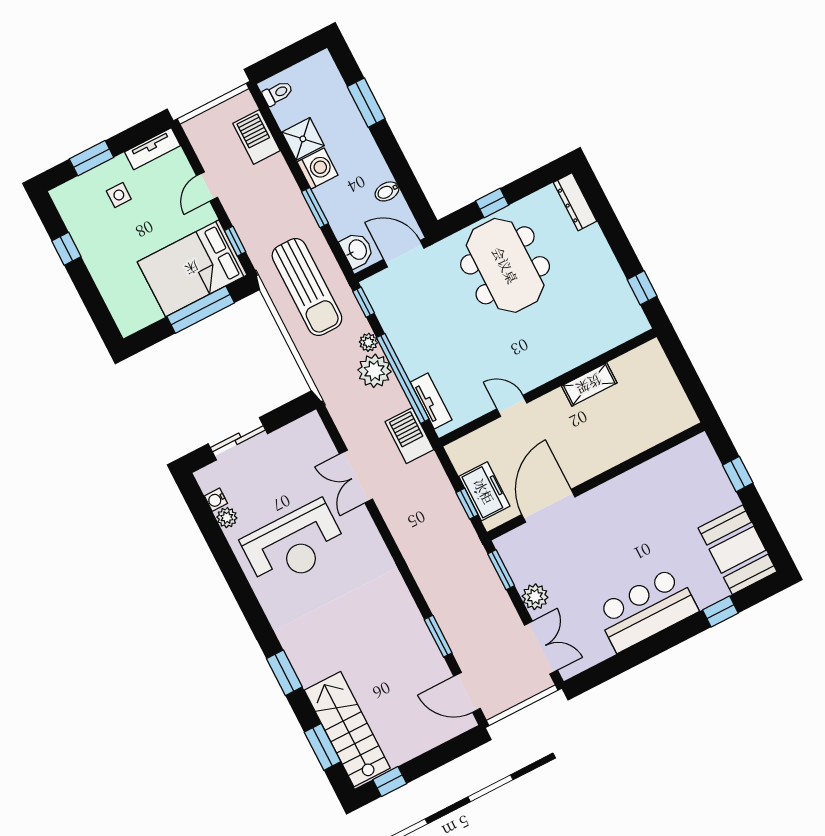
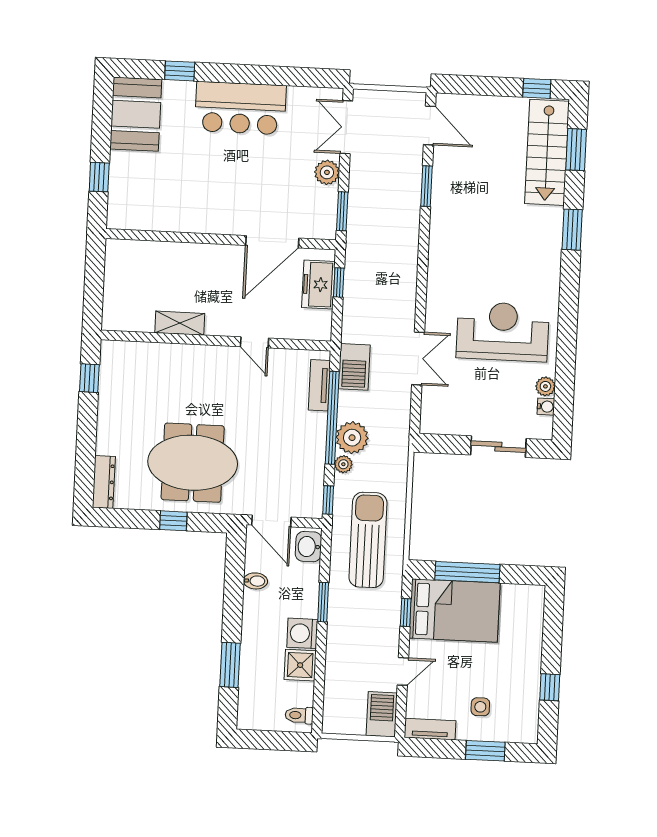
barbecue: (256, 137) -> (382, 714), moved, turned 180
meeting table: (505, 265) -> (193, 463), turned 90

